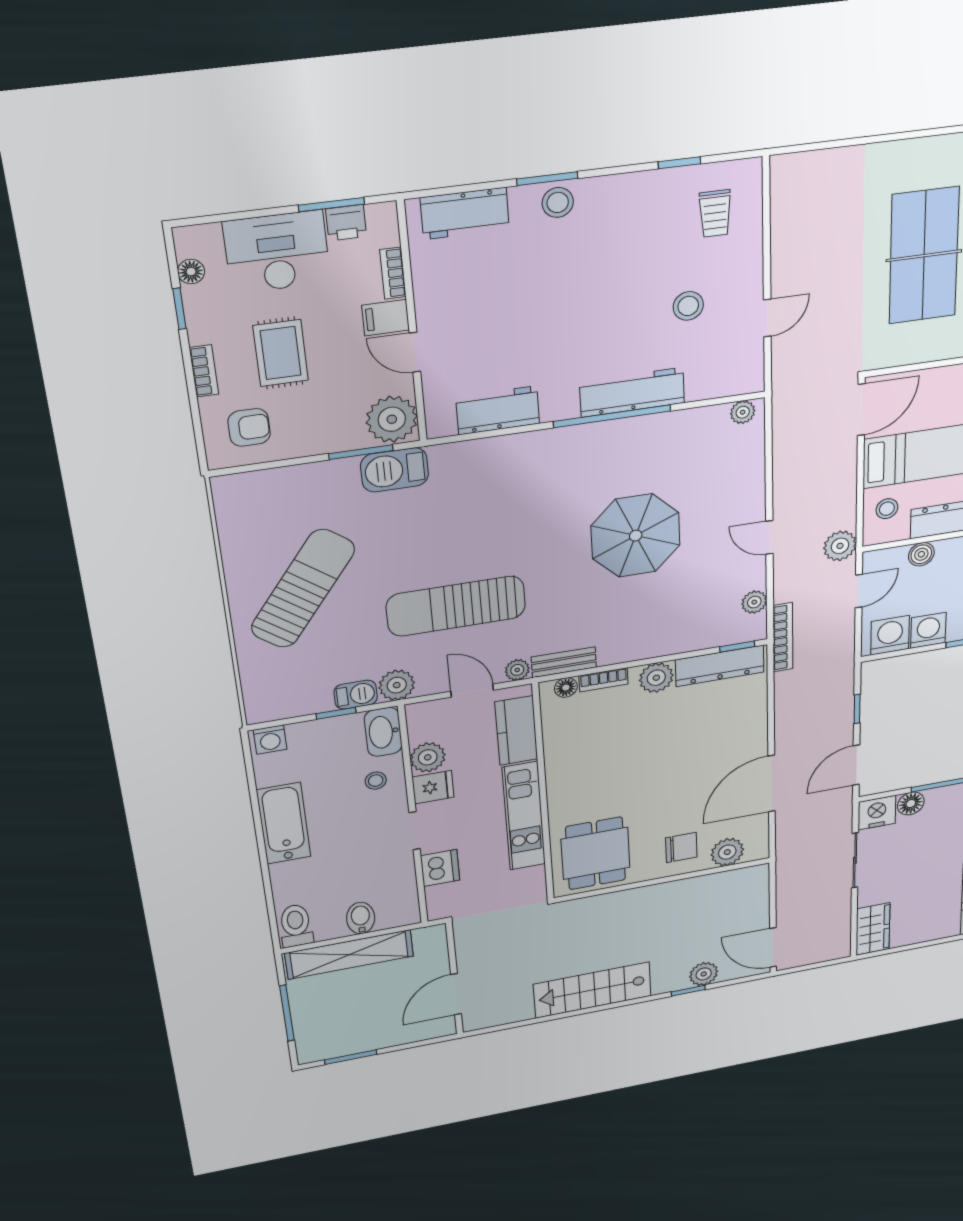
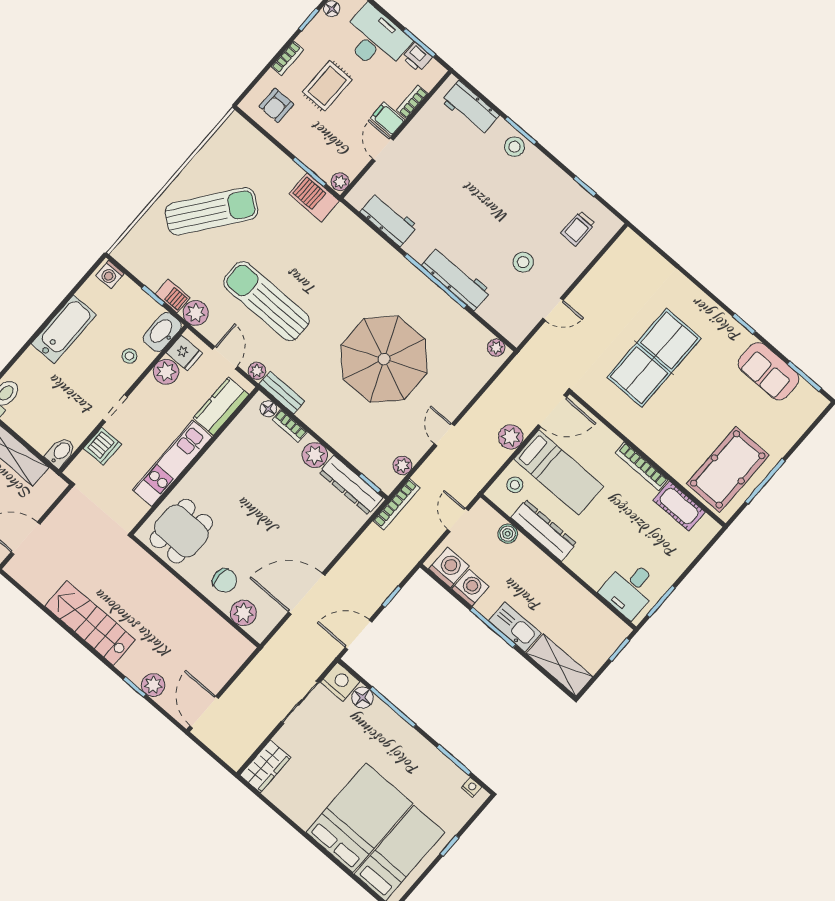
plant: (392, 419) -> (340, 182), width x0.53, depth x0.53
armchair: (249, 427) -> (276, 105), turned 90
parasol: (636, 536) -> (384, 359), width x1.36, depth x1.36
plant: (840, 546) -> (511, 437), moved
door: (859, 591) -> (458, 520), swing flipped
fridge: (433, 787) -> (184, 353), moved
bidet: (361, 918) -> (61, 452), moved

